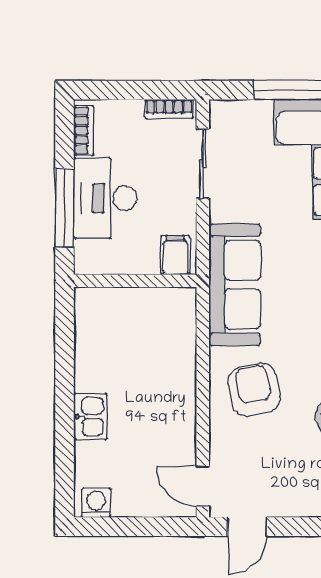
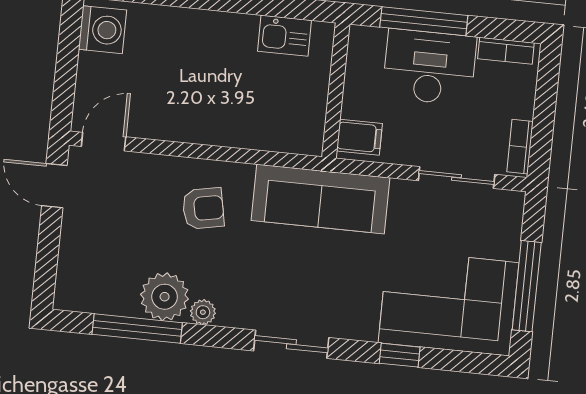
armchair: (254, 390) -> (203, 208), width x0.72, depth x0.72
kitchen sink: (90, 417) -> (285, 36), moved
washing machine: (96, 503) -> (103, 30), width x1.38, depth x1.38

